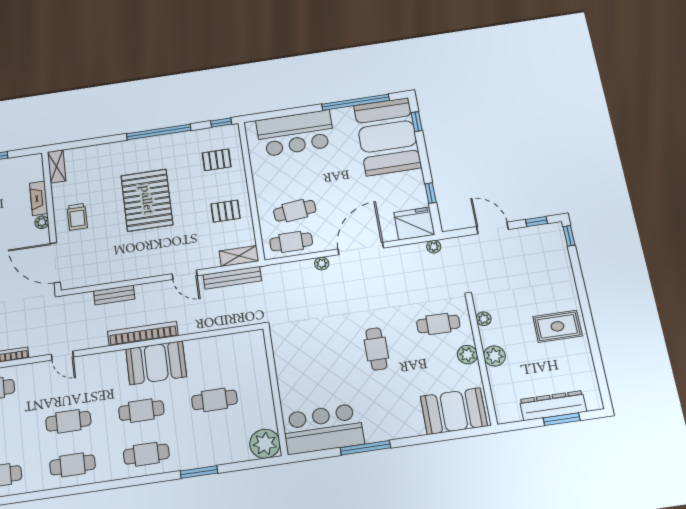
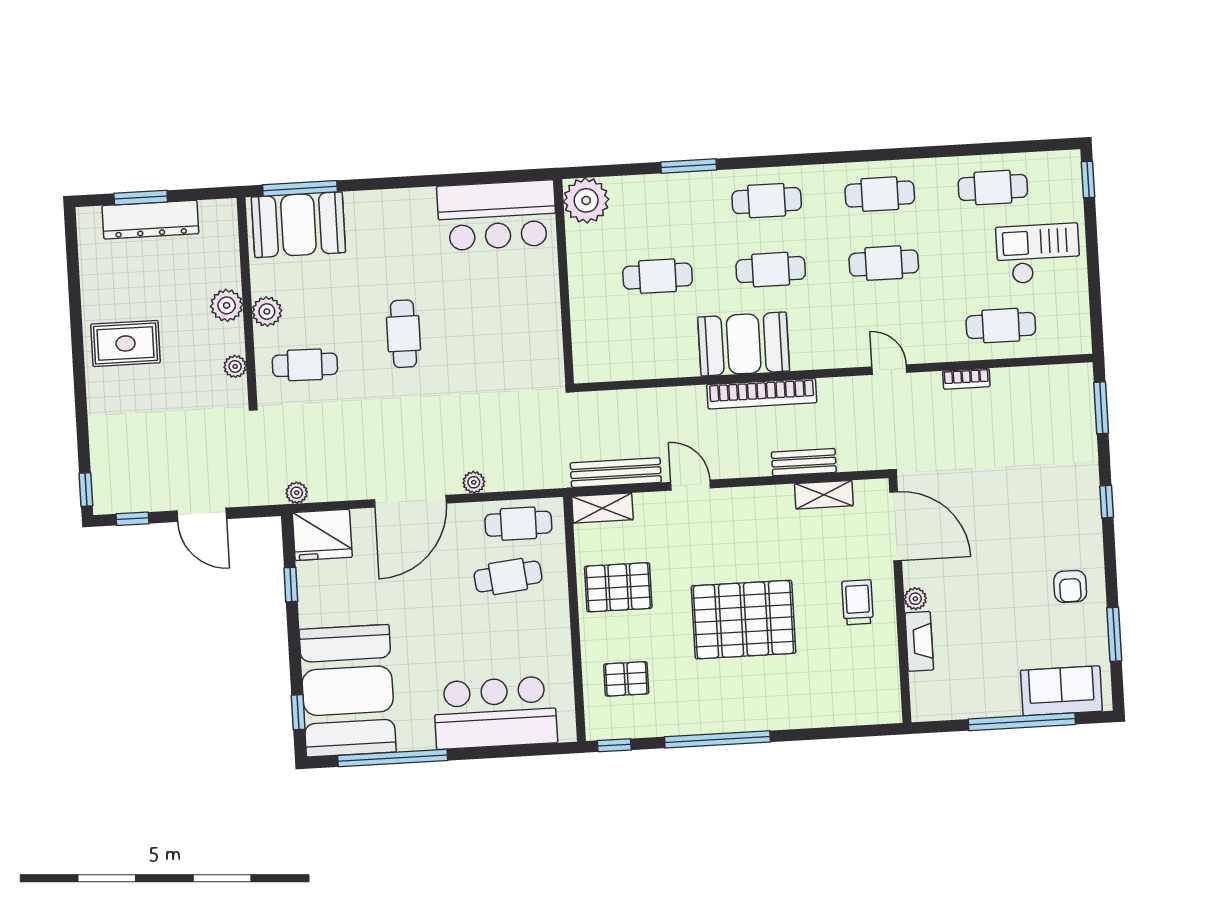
shelving: (57, 167) -> (824, 495), moved, turned 90
pallet: (147, 200) -> (743, 620), turned 90
pallet: (226, 211) -> (618, 587), width x1.50, depth x1.42
window: (365, 448) -> (300, 188), moved

